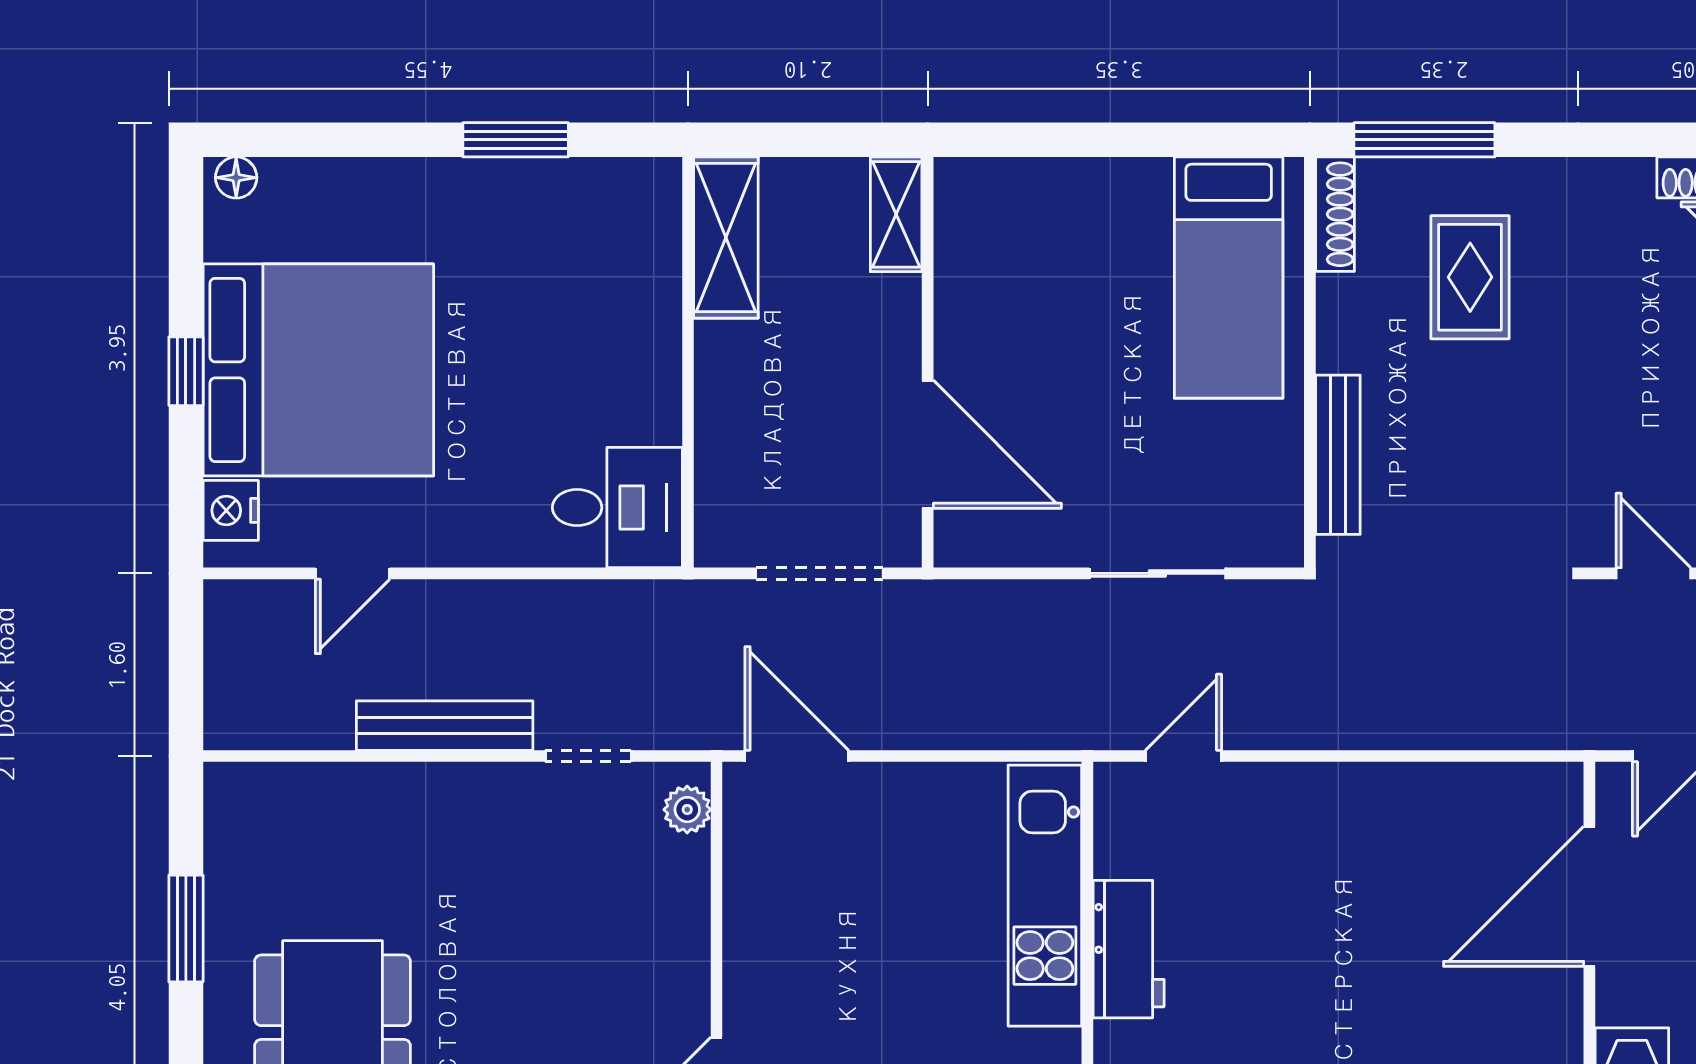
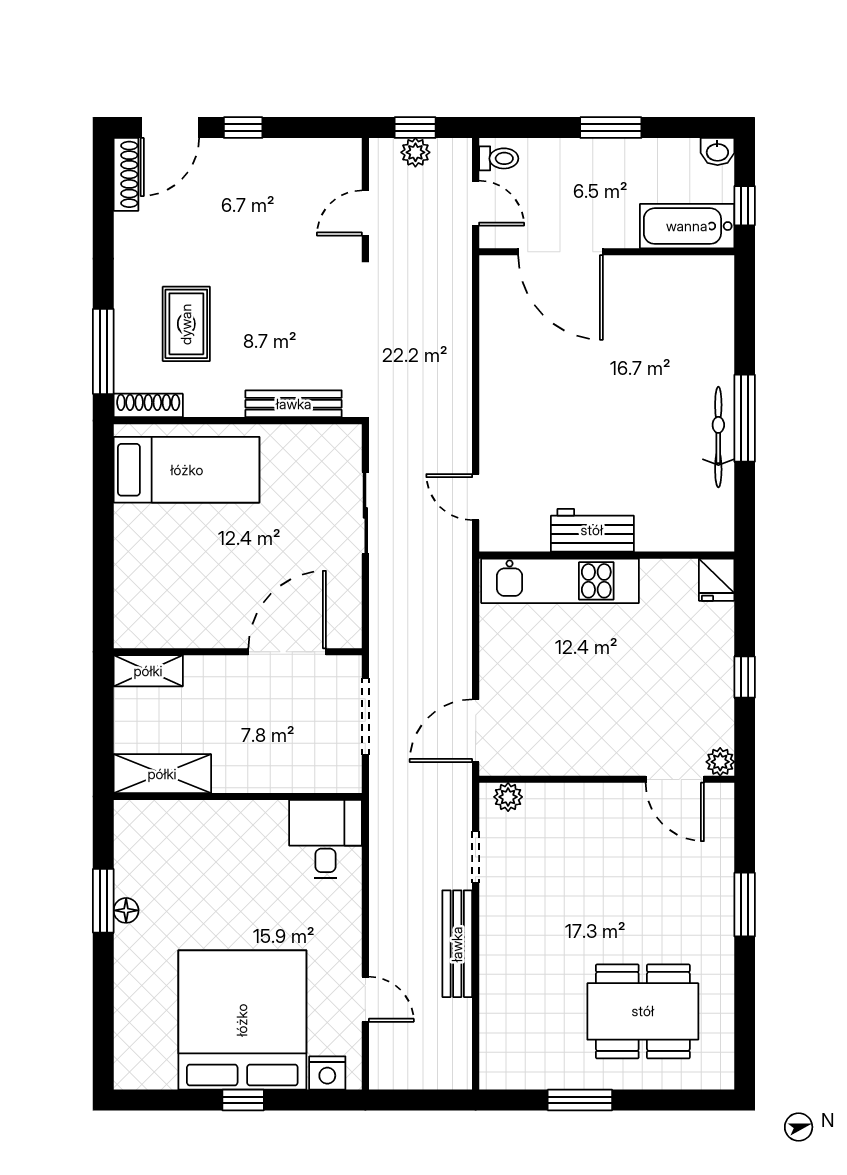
floor lamp: (236, 178) -> (126, 910), moved
rug: (1470, 277) -> (186, 324), turned 90

